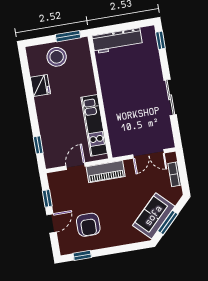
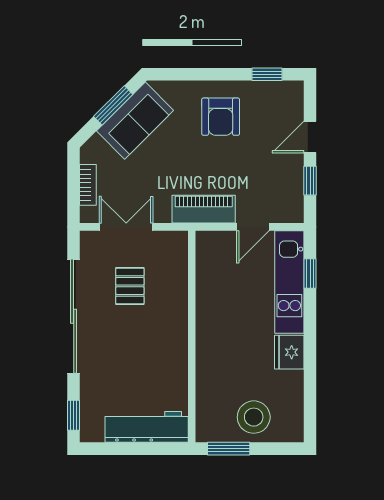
fridge: (40, 85) -> (289, 352), moved
sliding door: (170, 97) -> (74, 316), width x1.86
pallet: (141, 120) -> (130, 286), added
kitchen unit: (94, 125) -> (289, 282), moved, turned 180
armchair: (88, 225) -> (221, 117), moved, turned 180

